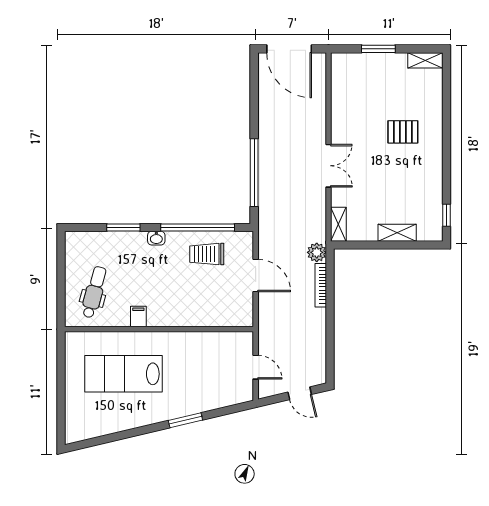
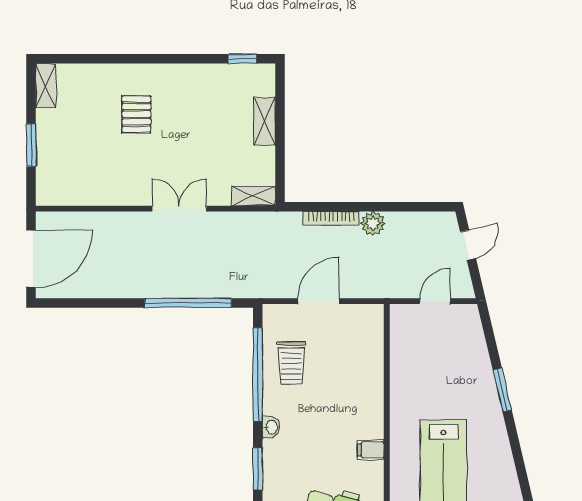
plant: (317, 252) -> (373, 224), moved

